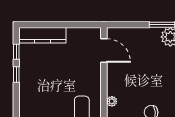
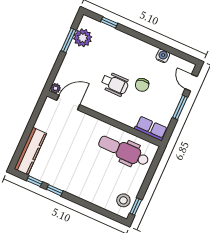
wheelchair: (141, 86) -> (115, 84), added
plant: (112, 101) -> (55, 88), moved

